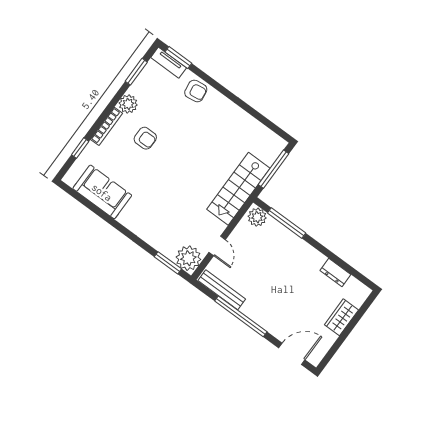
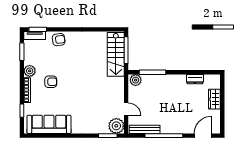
stairs: (238, 189) -> (116, 54), moved
sofa: (102, 192) -> (49, 124), width x1.36

